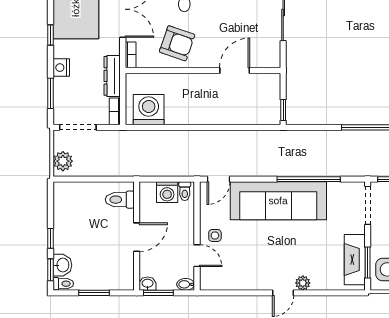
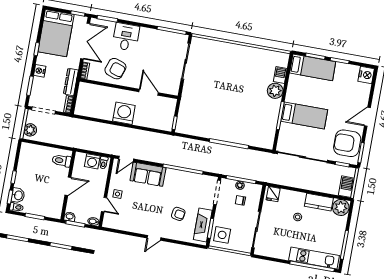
door: (235, 71) -> (149, 92), hinge flipped
washing machine: (149, 110) -> (124, 113), moved
sofa: (278, 201) -> (148, 174), width x0.54, depth x0.79
armchair: (314, 249) -> (178, 214), added
plant: (303, 283) -> (167, 234), removed

